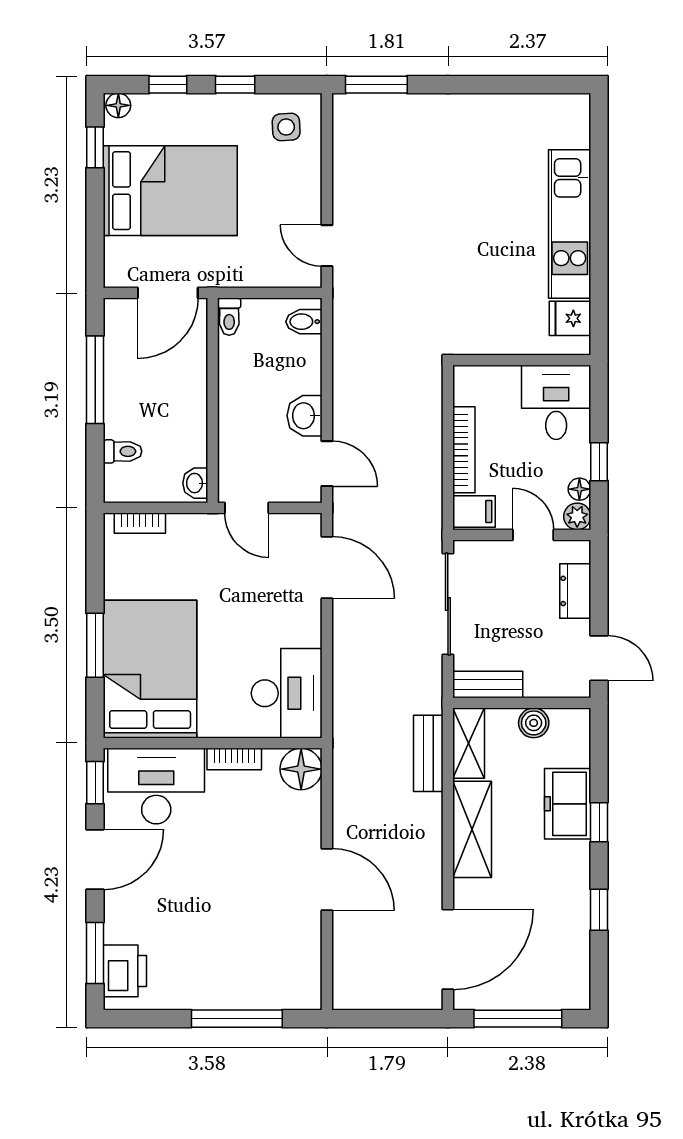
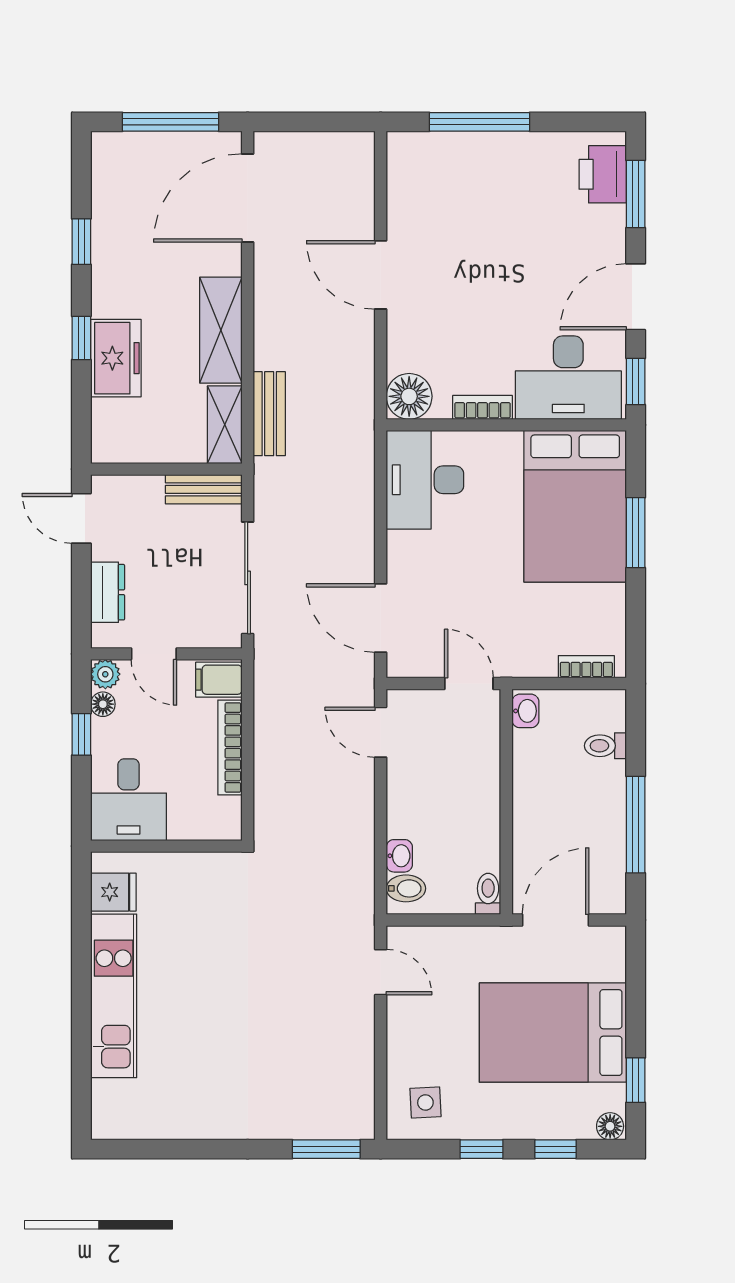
washbasin: (305, 416) -> (399, 856), moved, width x0.72, depth x0.69
boiler: (534, 723) -> (153, 447), removed

